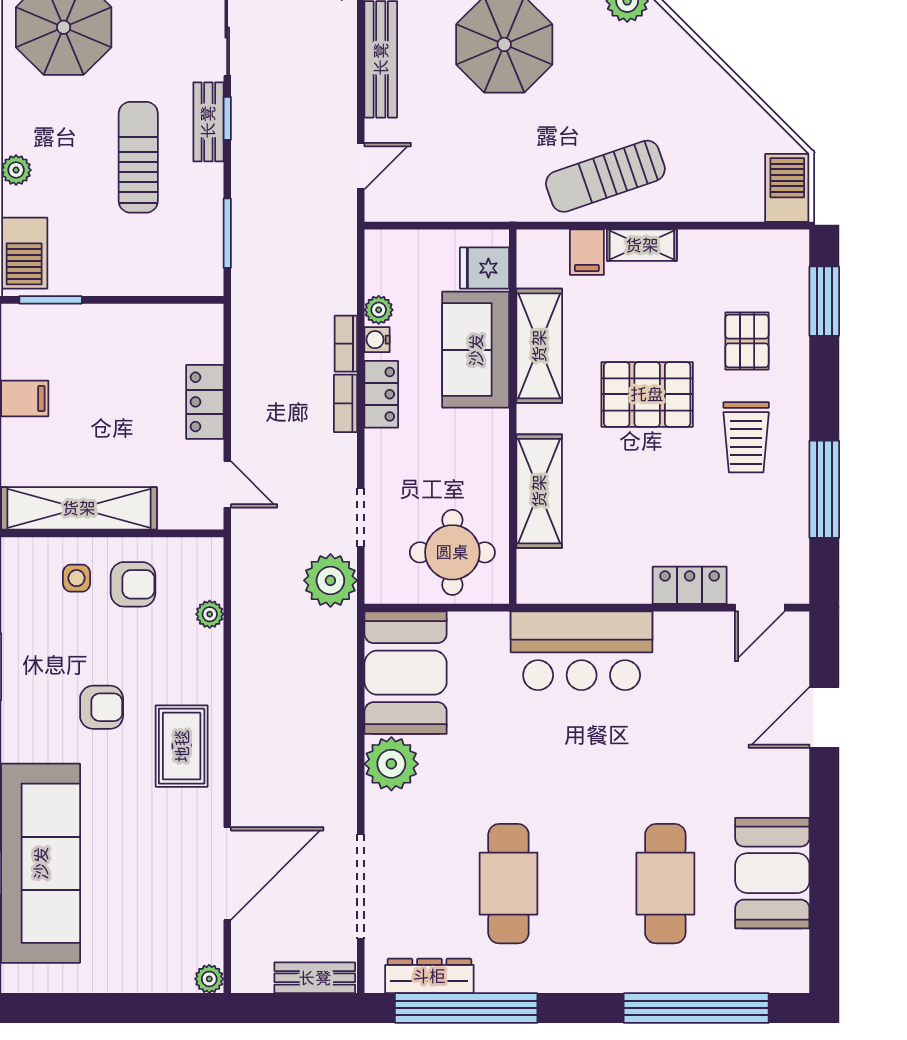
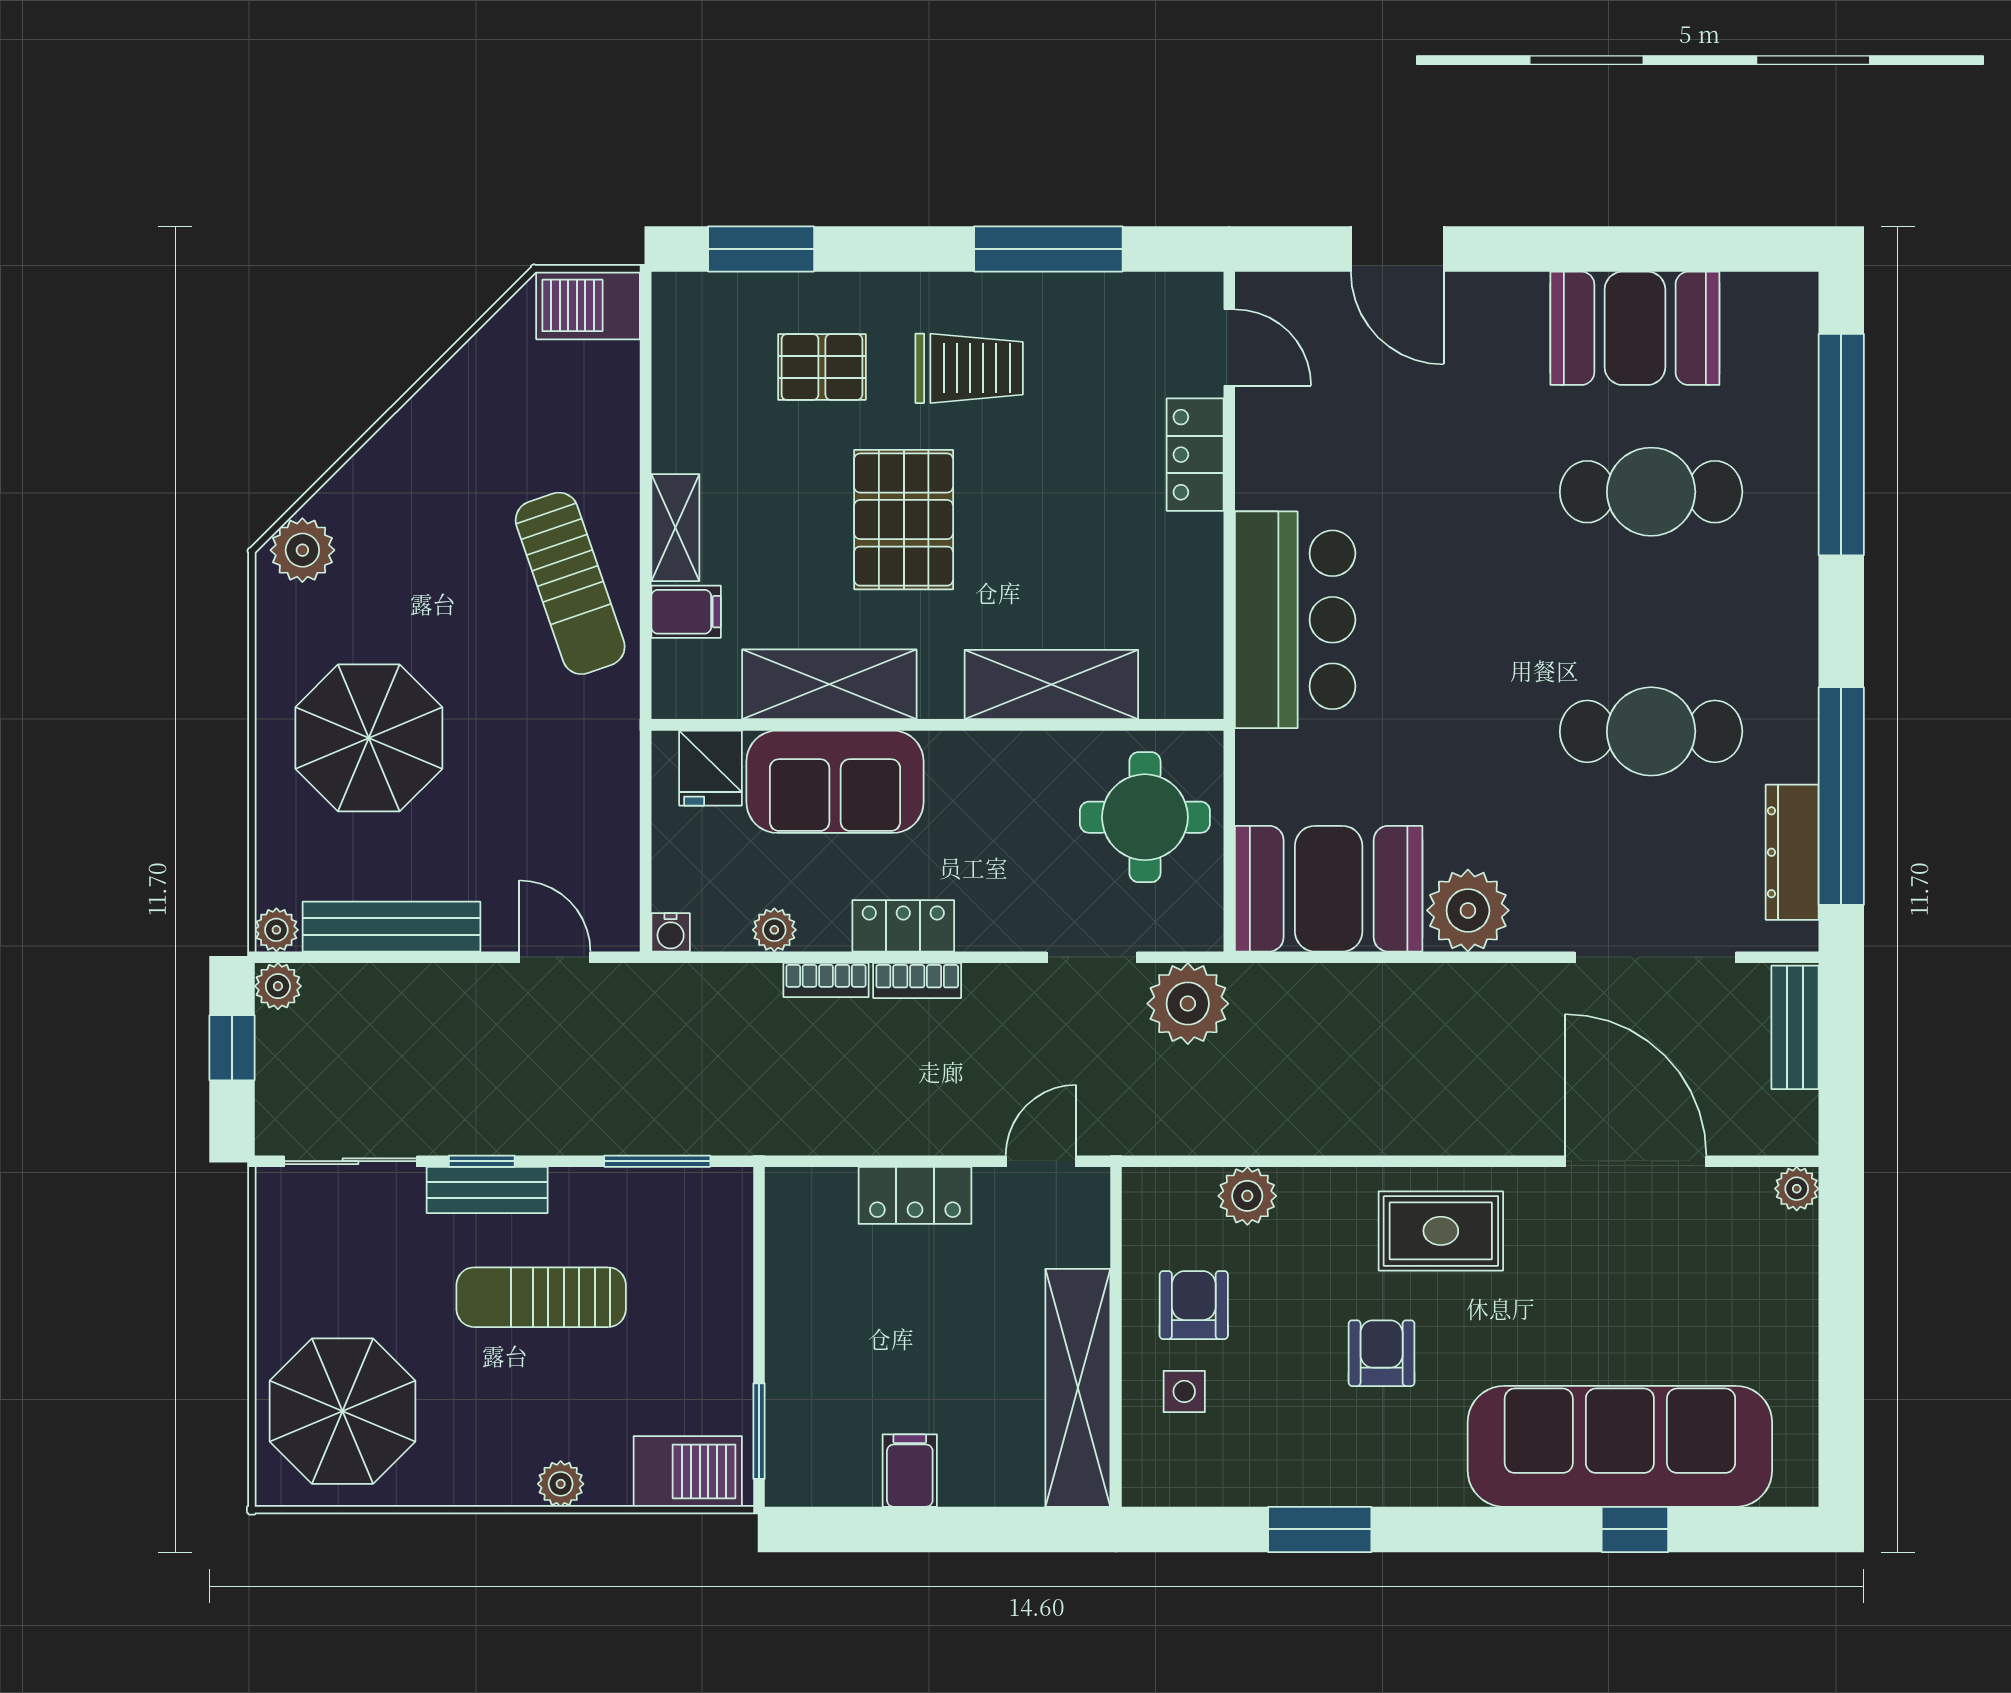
water cooler: (377, 340) -> (671, 932), moved
plant: (210, 614) -> (1247, 1196), width x1.38, depth x1.38

